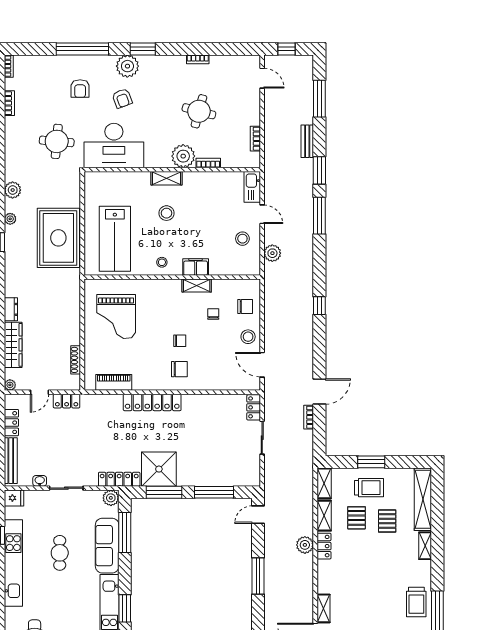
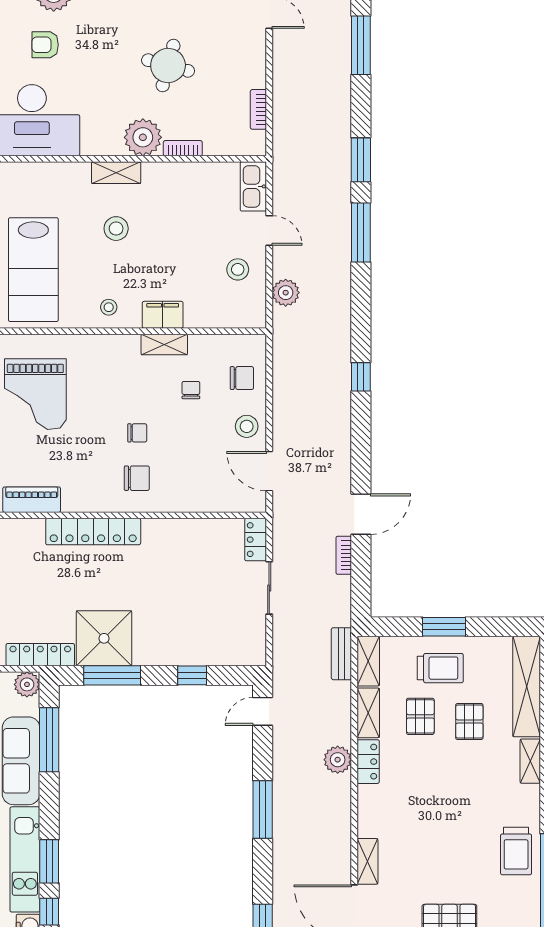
armchair: (122, 98) -> (45, 45), turned 110
bench: (307, 141) -> (341, 654), moved
window: (214, 492) -> (192, 675), width x0.46

